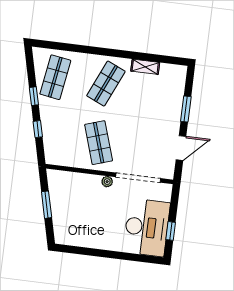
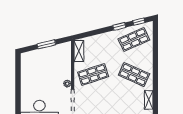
shop shelf: (55, 77) -> (134, 39), turned -33
window: (38, 129) -> (139, 22), moved
shelving: (62, 159) -> (79, 51), added

